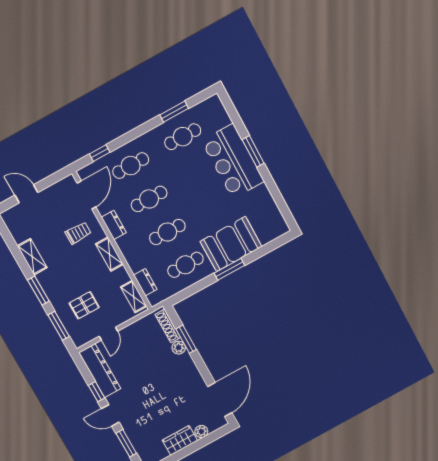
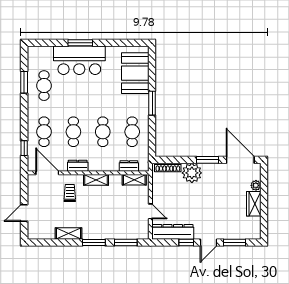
booth: (231, 244) -> (135, 73), moved
pallet: (84, 305) -> (121, 217), removed
window: (186, 339) -> (207, 160), moved
plant: (179, 348) -> (192, 173), width x1.88, depth x1.88

